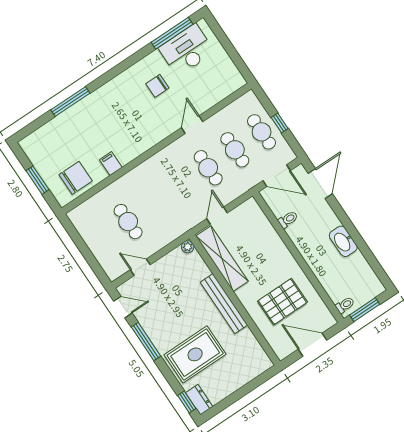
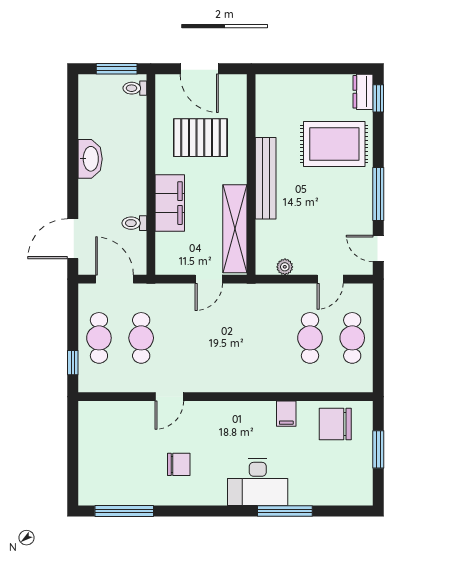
desk: (187, 50) -> (258, 482), moved
window: (280, 123) -> (73, 363), moved
cafe table: (208, 168) -> (352, 338), moved
plant: (188, 247) -> (285, 267), moved
filing cabinet: (274, 247) -> (170, 203), added
door: (140, 267) -> (330, 279), hinge flipped

